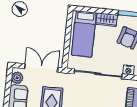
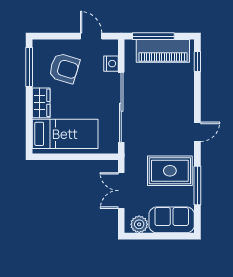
double door: (41, 68) -> (121, 191), width x0.73

